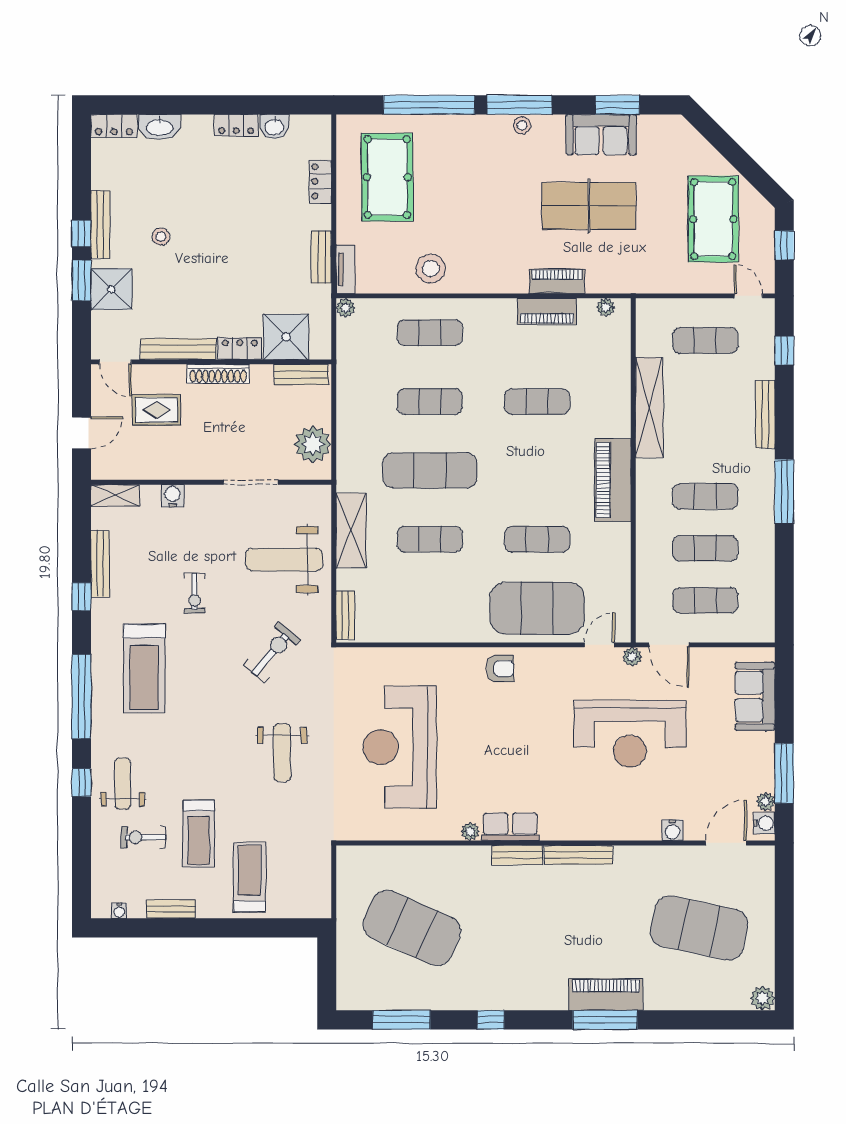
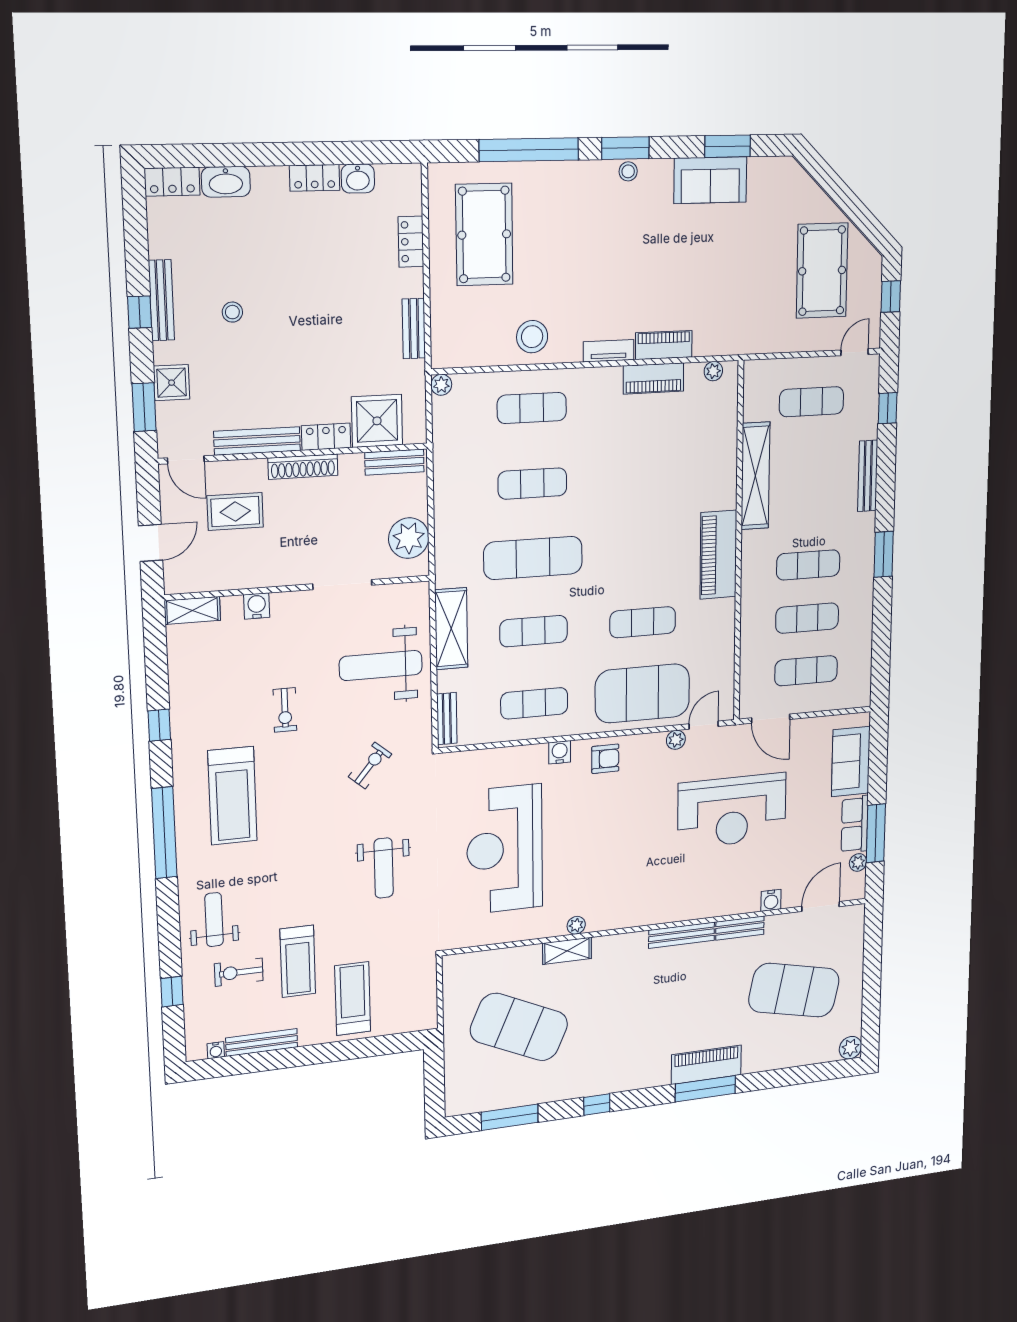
window: (519, 105) -> (625, 148), width x0.69
table tennis table: (589, 206) -> (697, 260), removed
tv unit: (345, 269) -> (609, 351), moved, turned -90
window: (81, 281) -> (144, 407), moved
shower: (111, 289) -> (172, 383), width x0.73, depth x0.73
door: (748, 296) -> (855, 352), hinge flipped
exercise mat: (537, 401) -> (534, 703), moved
window: (784, 492) -> (884, 554), width x0.69
bench: (100, 564) -> (179, 687), removed
exercise bike: (272, 653) -> (370, 765), width x0.73, depth x0.72
plant: (632, 657) -> (676, 740), moved
window: (81, 783) -> (172, 992), moved
water cooler: (764, 823) -> (560, 752), moved, turned -90
row of seats: (510, 827) -> (855, 824), moved, turned -90
bench: (517, 855) -> (740, 928), moved
shelving: (461, 856) -> (567, 951), added
bench: (171, 909) -> (262, 1043), width x1.36

